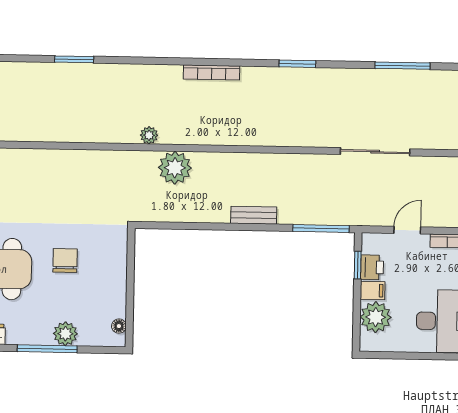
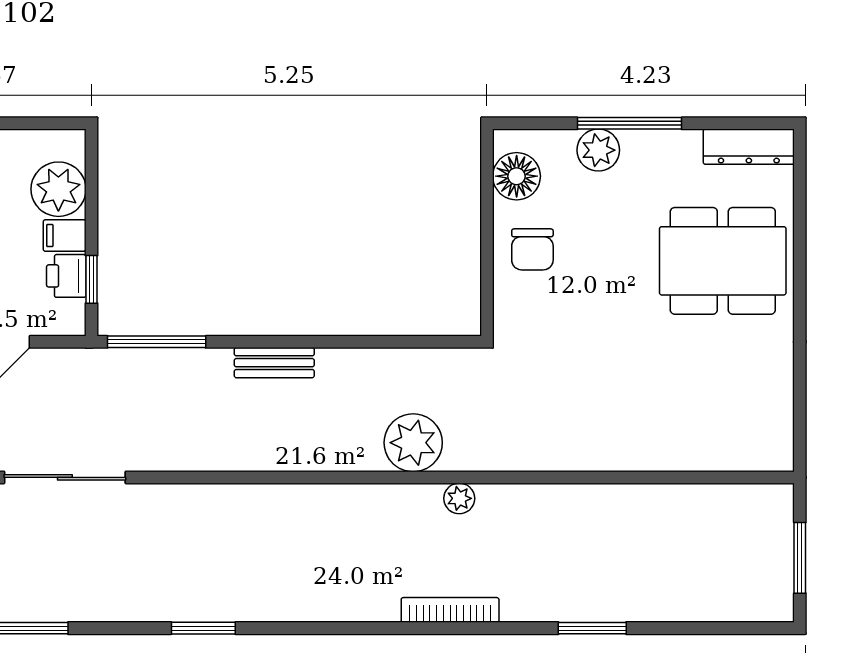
bookcase: (212, 72) -> (450, 610), moved
chair: (65, 260) -> (532, 249), moved
floor lamp: (119, 326) -> (517, 176), width x1.89, depth x1.89

